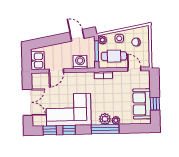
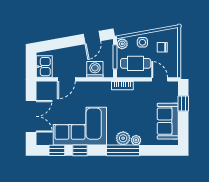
door: (77, 35) -> (92, 38), swing flipped
window: (155, 104) -> (183, 104), moved

